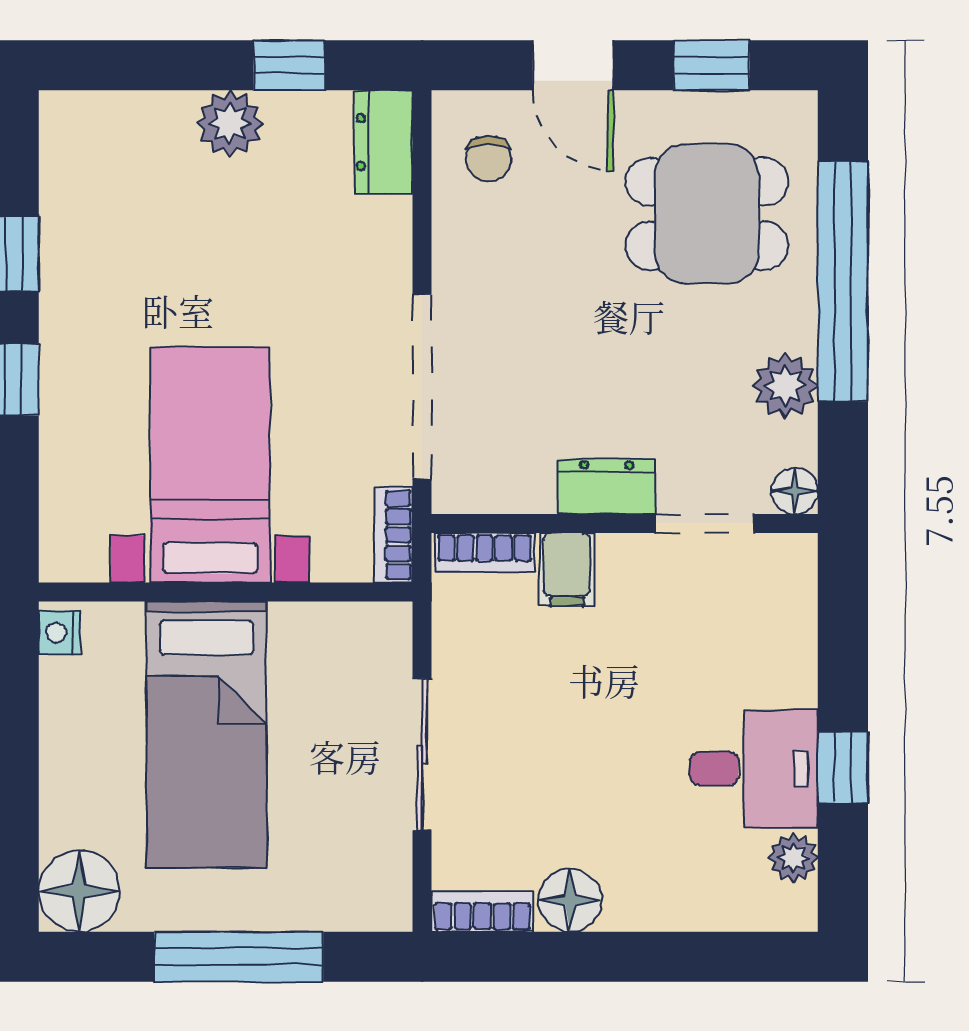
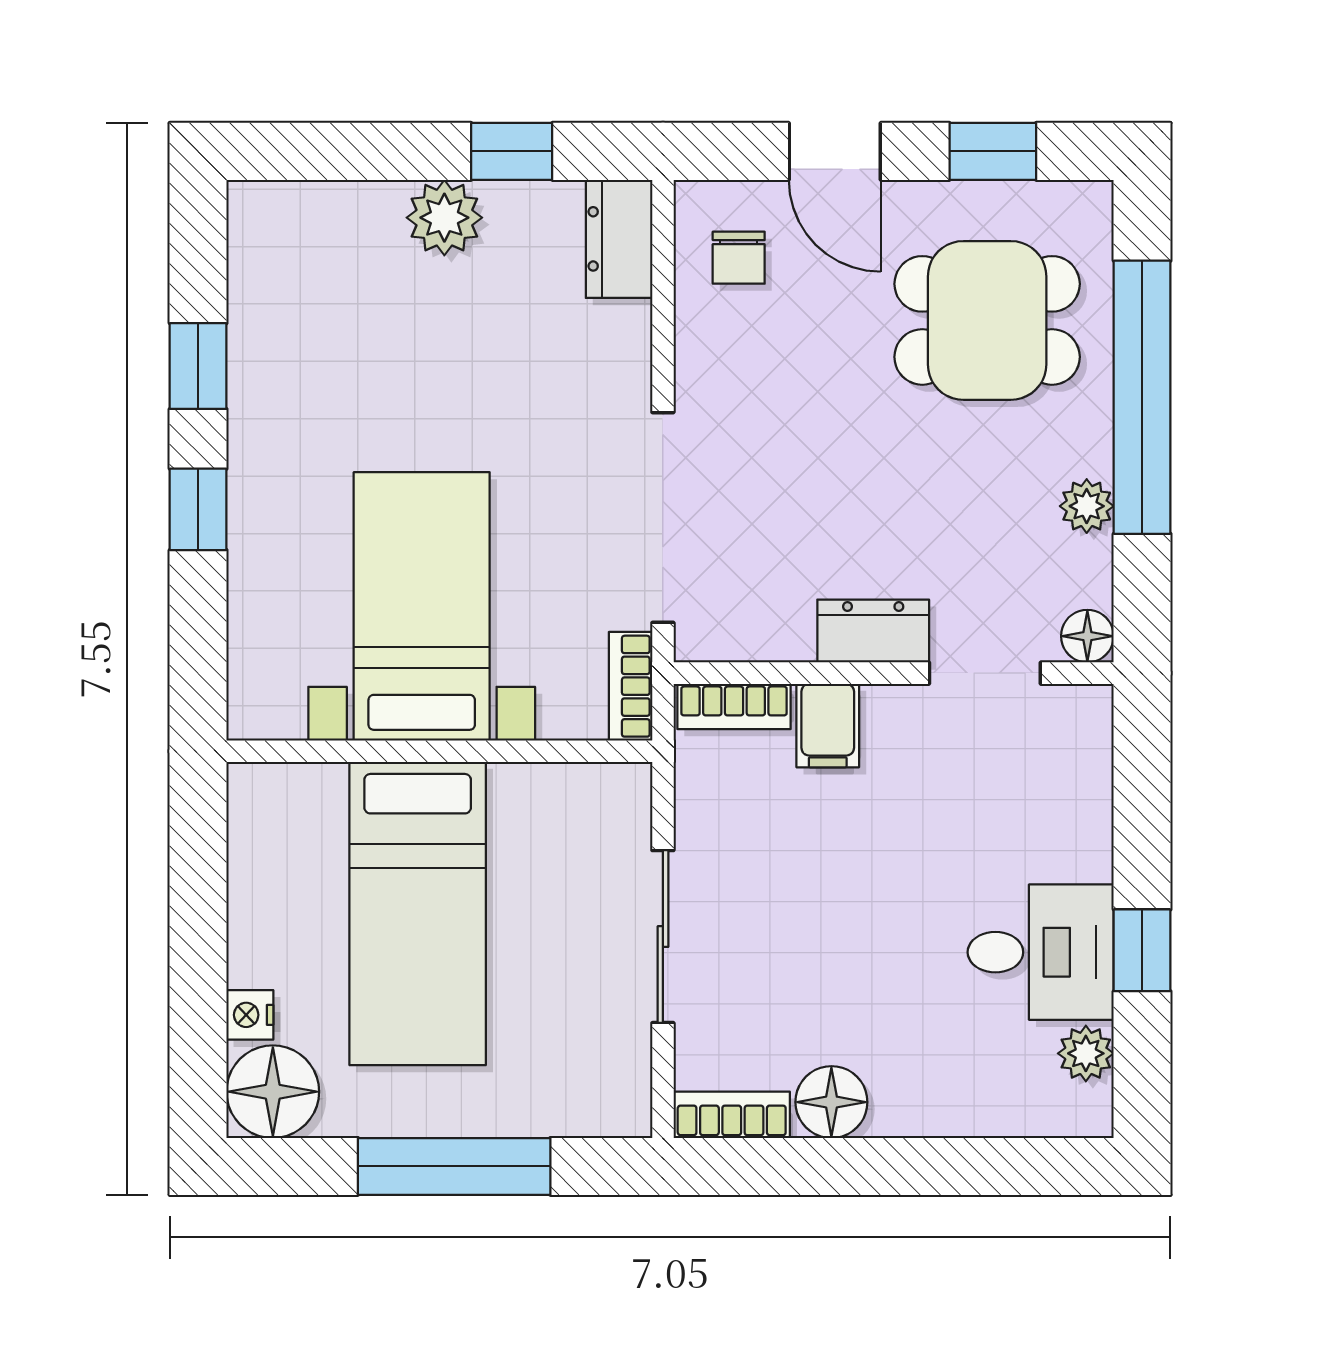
plant: (785, 386) -> (1087, 506), width x0.73, depth x0.73
nightstand: (59, 633) -> (250, 1015), moved

